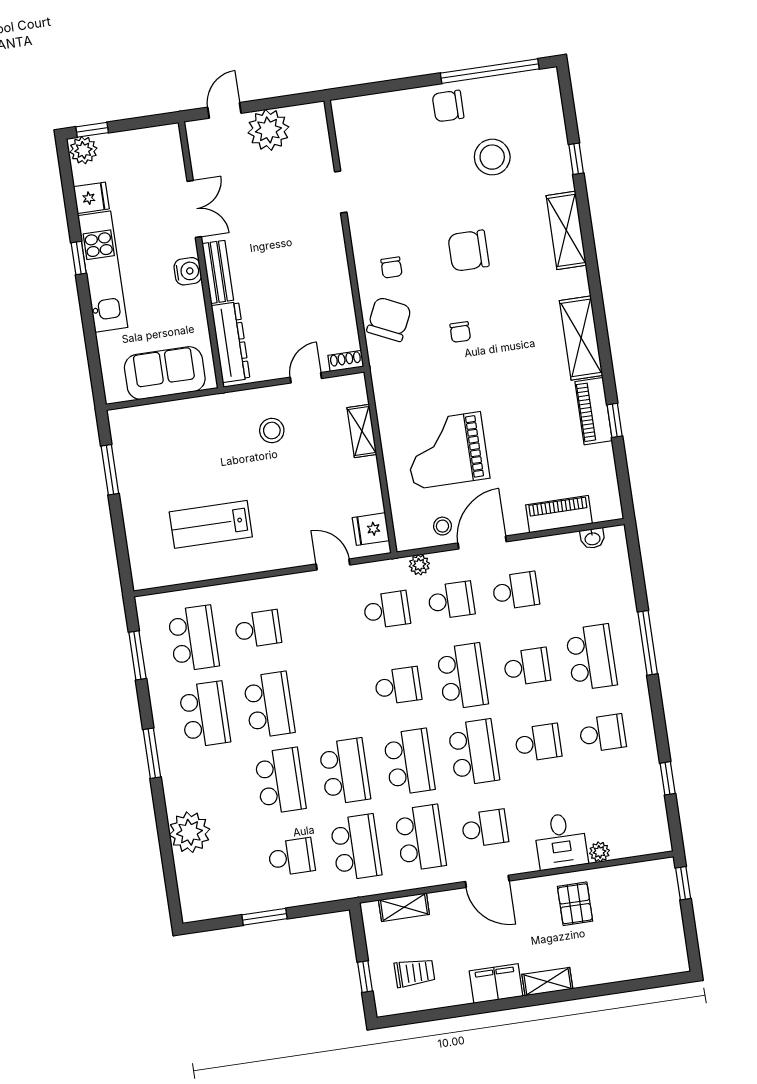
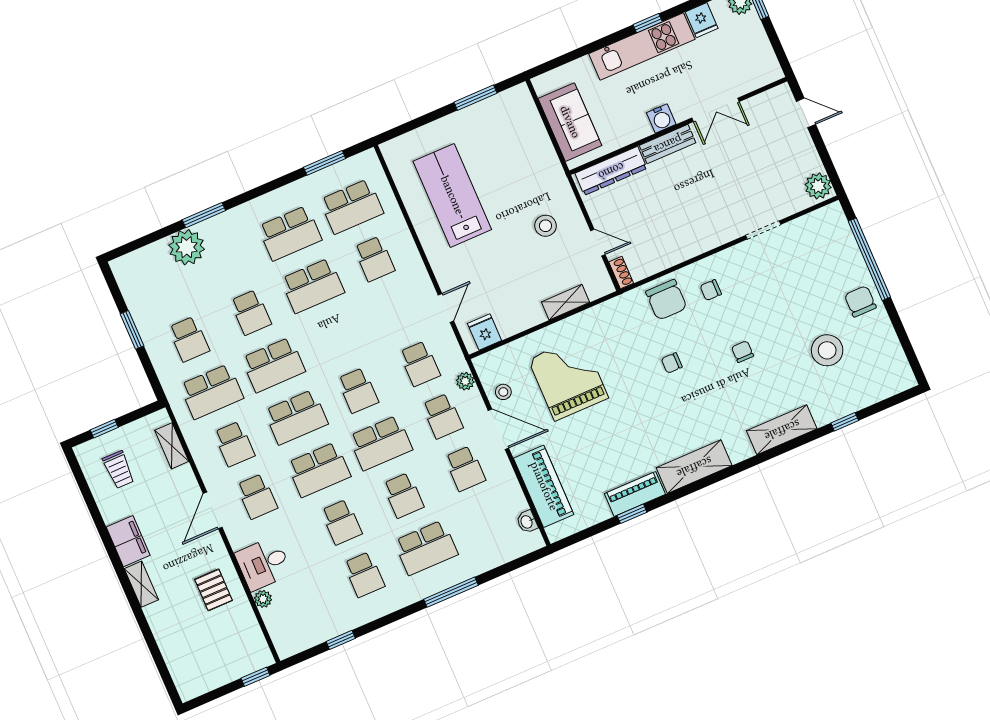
window: (490, 71) -> (869, 259), moved
plant: (268, 130) -> (818, 186), moved, width x0.73, depth x0.73
chair: (469, 251) -> (742, 352), width x0.54, depth x0.54
chair: (389, 319) -> (666, 300), turned 65
piano: (559, 514) -> (544, 486), width x1.37, depth x1.33
lab bench: (211, 524) -> (452, 195), width x1.36, depth x1.39
window: (152, 753) -> (204, 215), moved
school desk: (280, 781) -> (251, 312), width x0.54
school desk: (420, 838) -> (234, 444), width x0.54
pallet: (575, 904) -> (214, 590), turned 90

